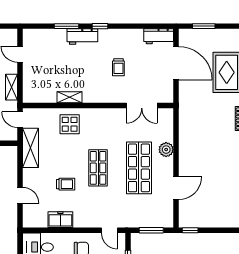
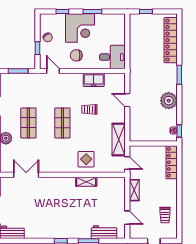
workbench: (82, 37) -> (104, 232), moved
trolley: (118, 67) -> (45, 207), removed
shop shelf: (139, 168) -> (28, 123), width x0.70, depth x0.74

